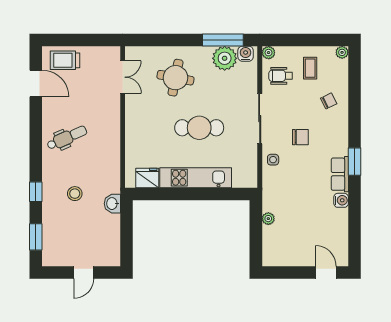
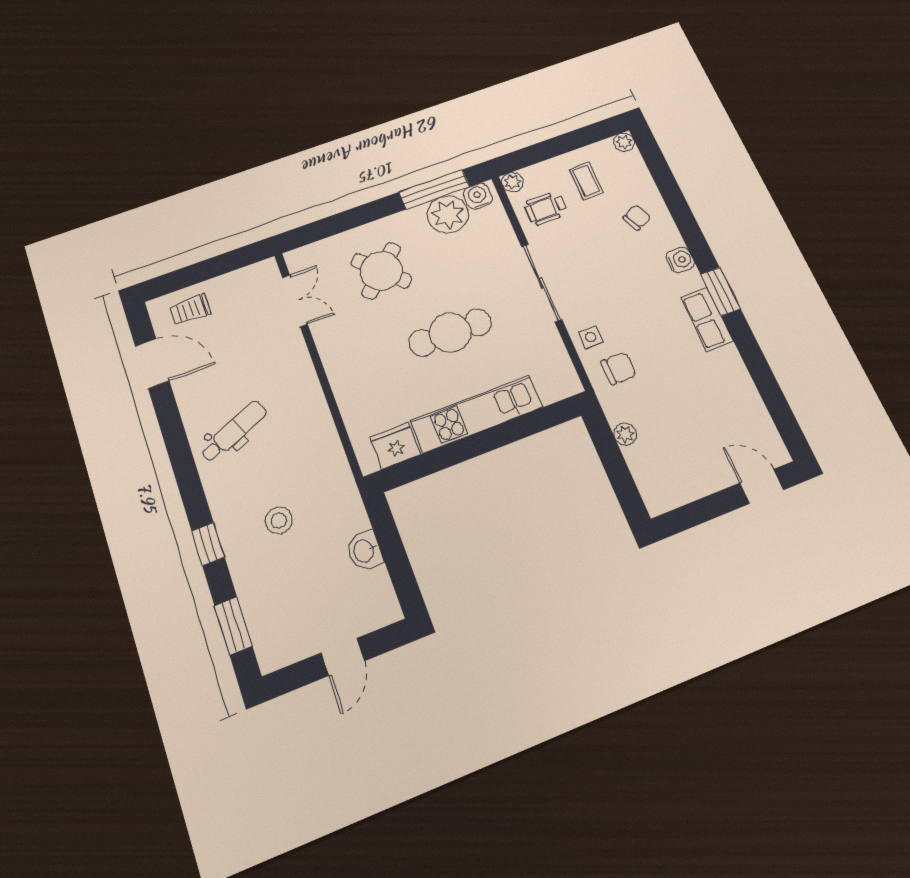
trolley: (65, 60) -> (190, 310), width x0.73, depth x0.72
round table: (175, 78) -> (381, 271), turned 35
chair: (300, 137) -> (619, 368), moved
water cooler: (341, 200) -> (680, 260), moved
washbasin: (112, 204) -> (364, 551), moved

